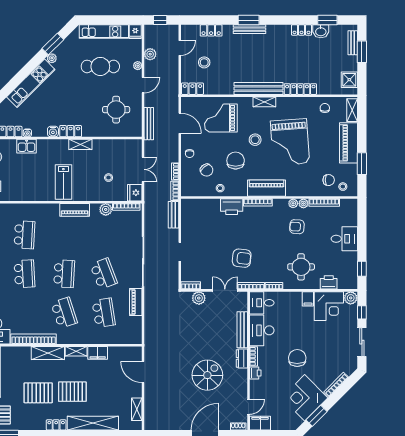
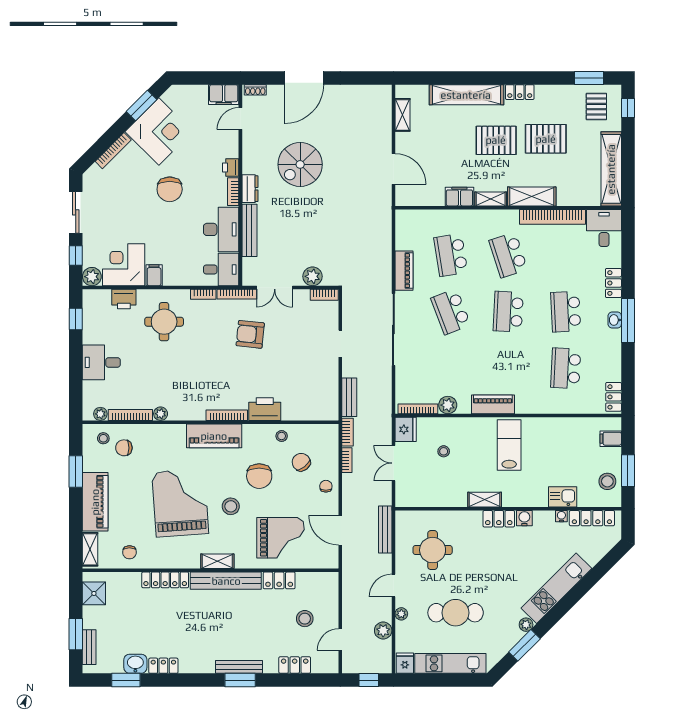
locker: (192, 89) -> (279, 580), moved
plant: (293, 203) -> (100, 414), moved
armchair: (297, 227) -> (170, 380), removed

